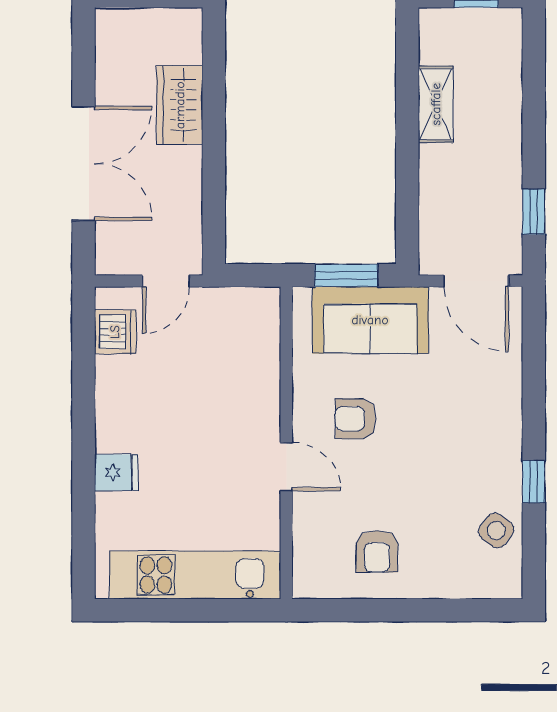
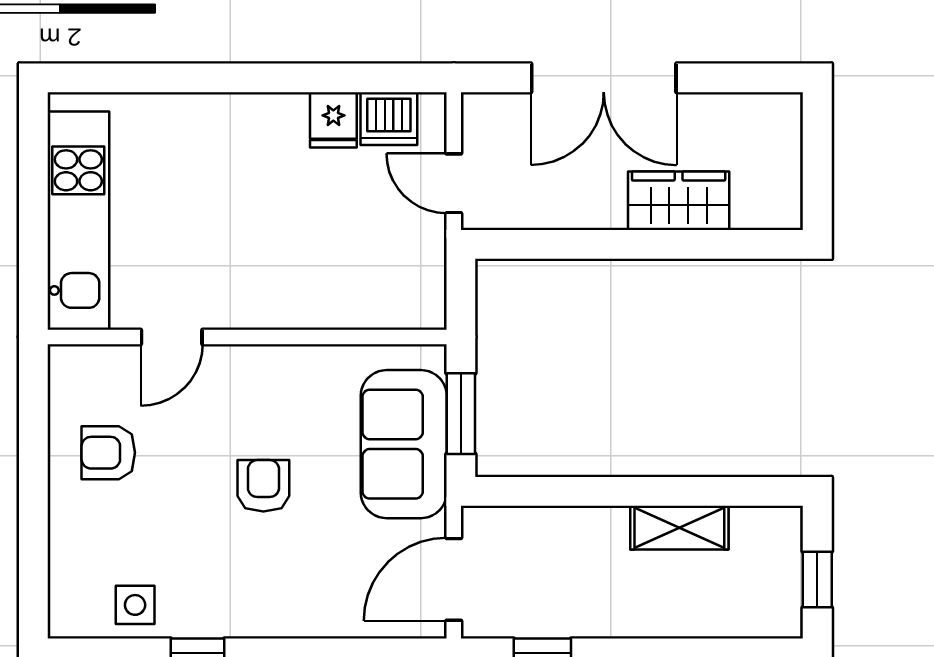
armchair: (356, 419) -> (263, 486), moved
door: (286, 467) -> (172, 337), moved
fridge: (116, 472) -> (333, 120), moved
side table: (496, 531) -> (135, 605), turned -37

